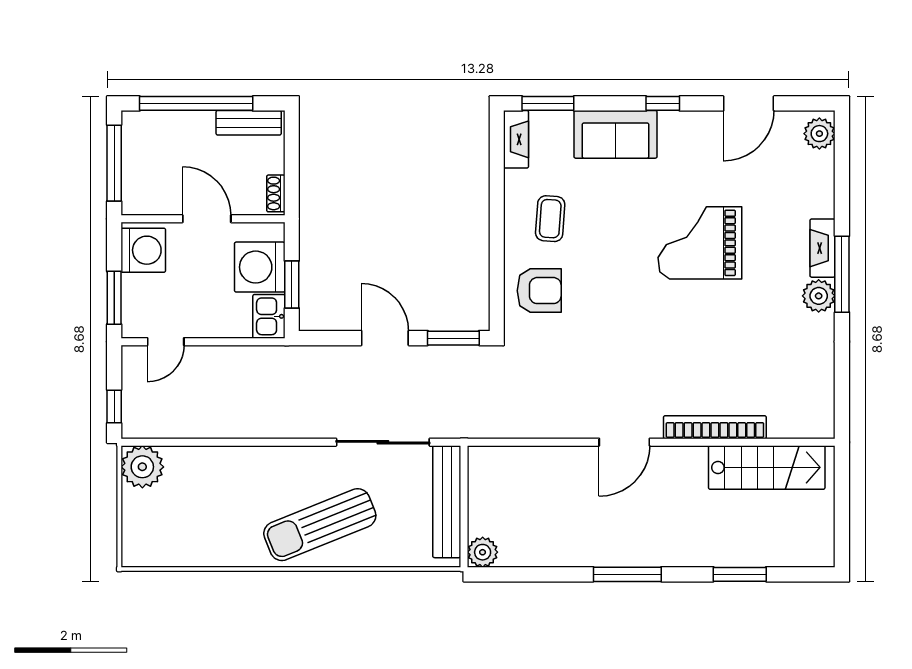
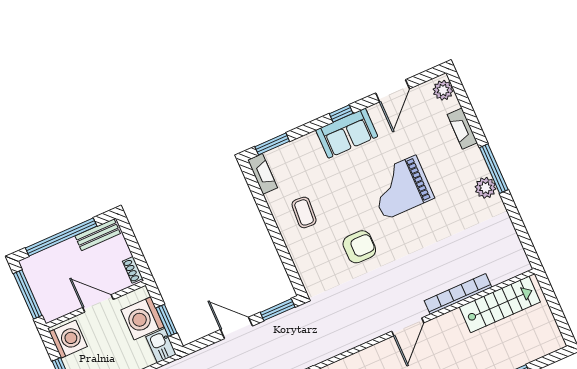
sofa: (616, 134) -> (347, 133), moved
fireplace: (823, 248) -> (462, 129), moved
armchair: (539, 291) -> (359, 247), moved

